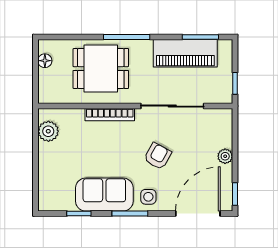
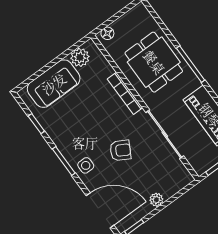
floor lamp: (45, 61) -> (107, 33), moved
sofa: (104, 195) -> (54, 84), moved, turned 90

